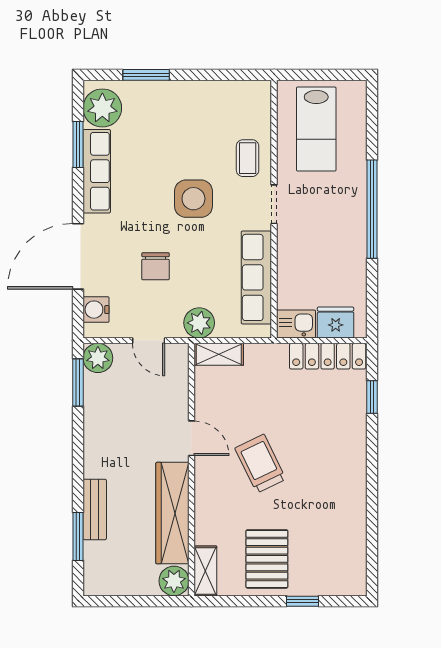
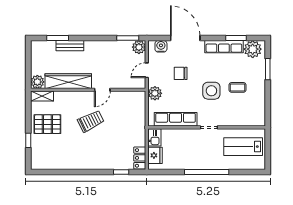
coffee table: (248, 158) -> (237, 87), moved
shelving: (219, 354) -> (141, 102), removed
locker: (328, 356) -> (140, 158), width x0.66

